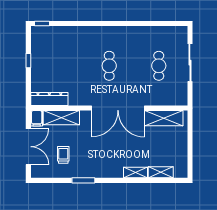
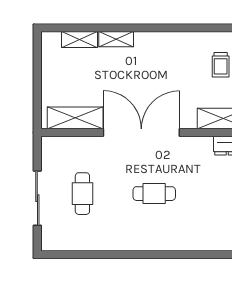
cafe table: (109, 66) -> (154, 194), turned 90
window: (83, 180) -> (191, 28), removed

